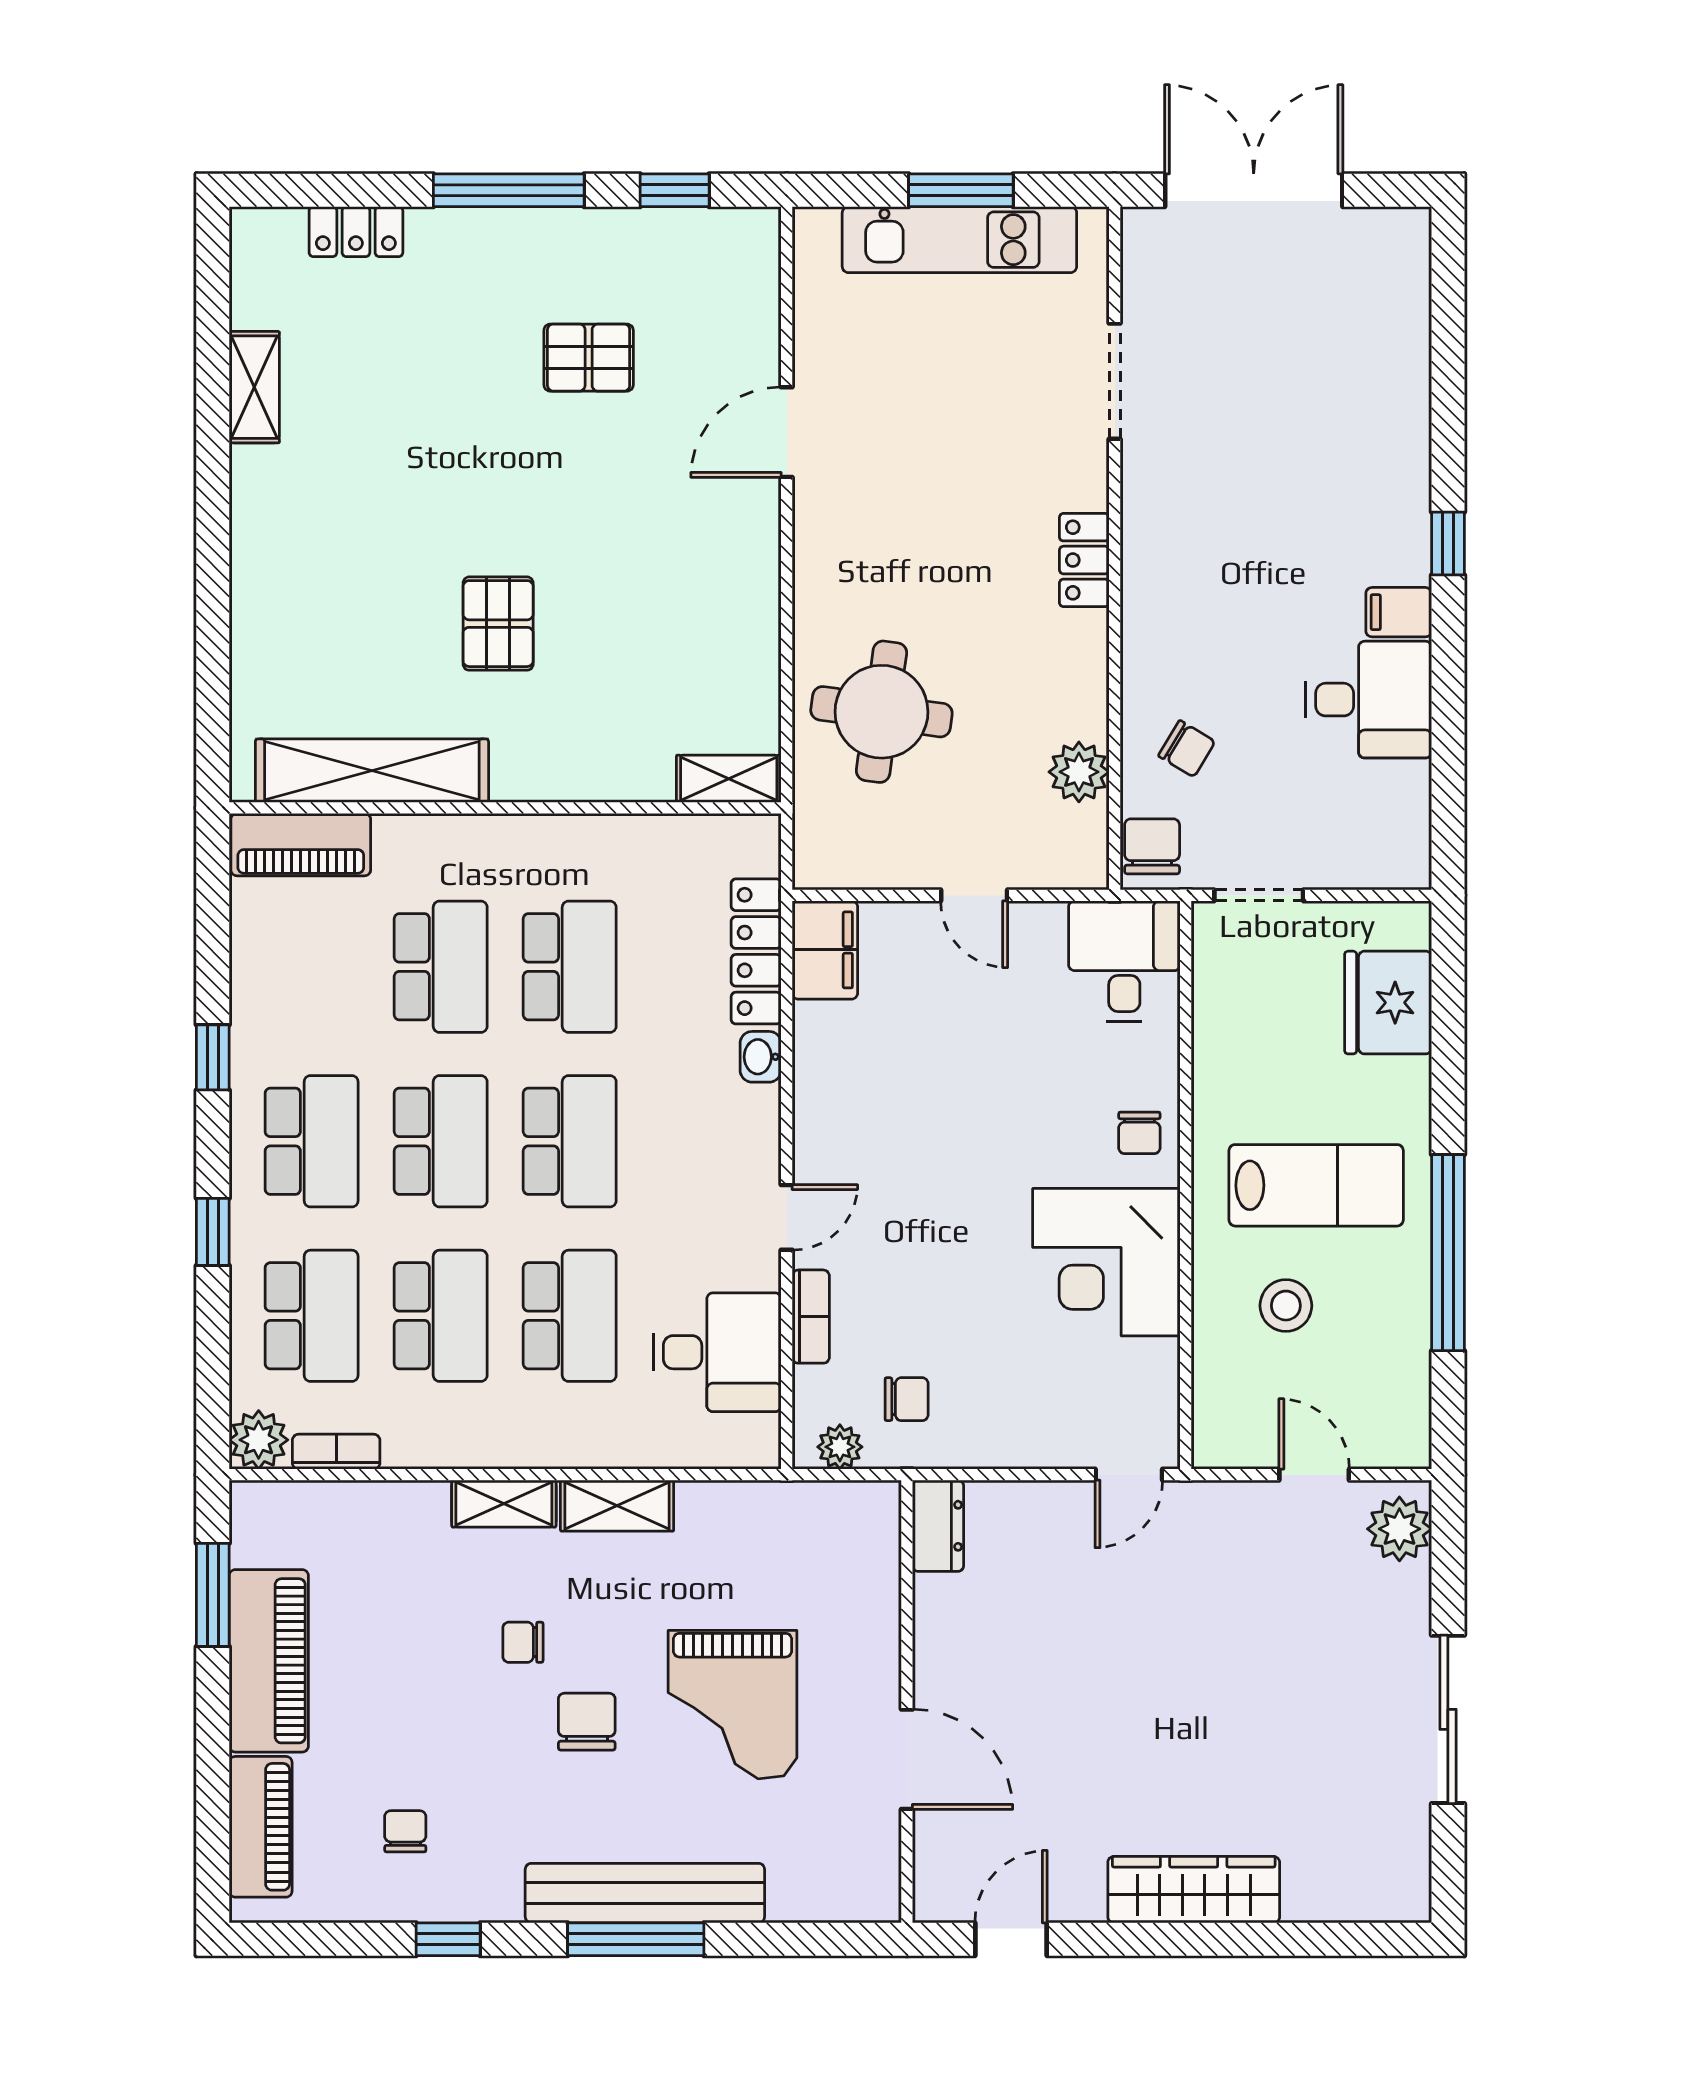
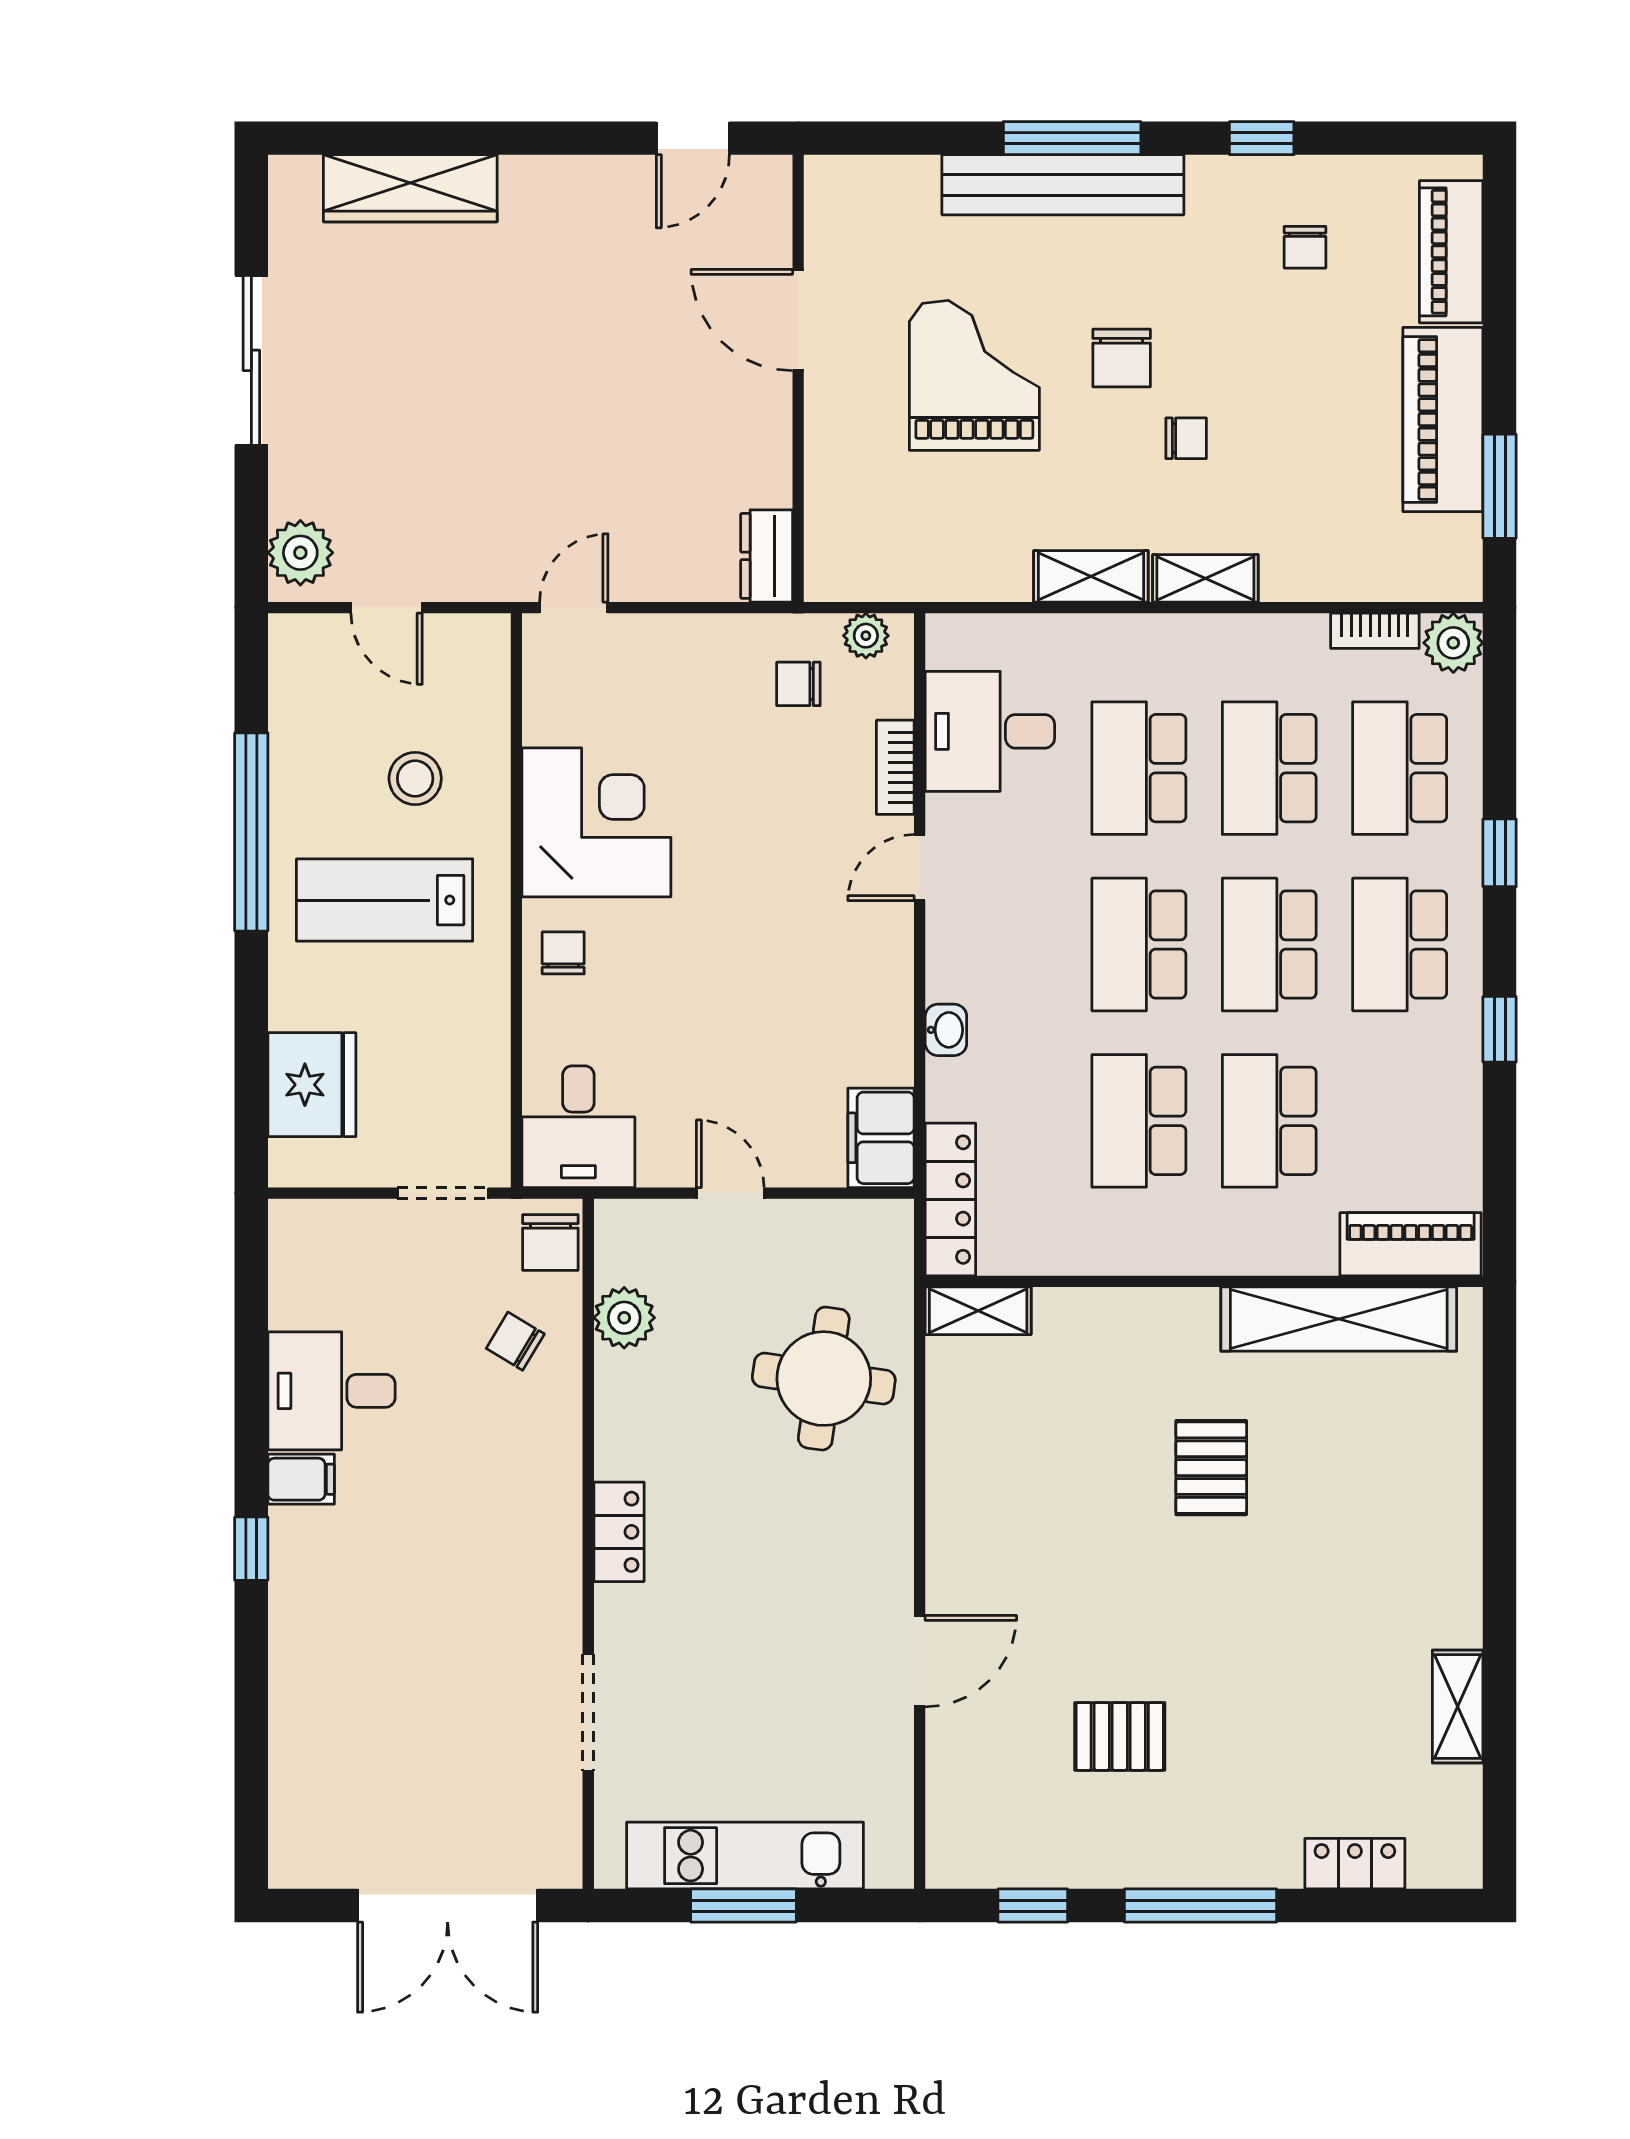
locker: (756, 951) -> (950, 1200), moved
wardrobe: (1194, 1890) -> (410, 188), moved

